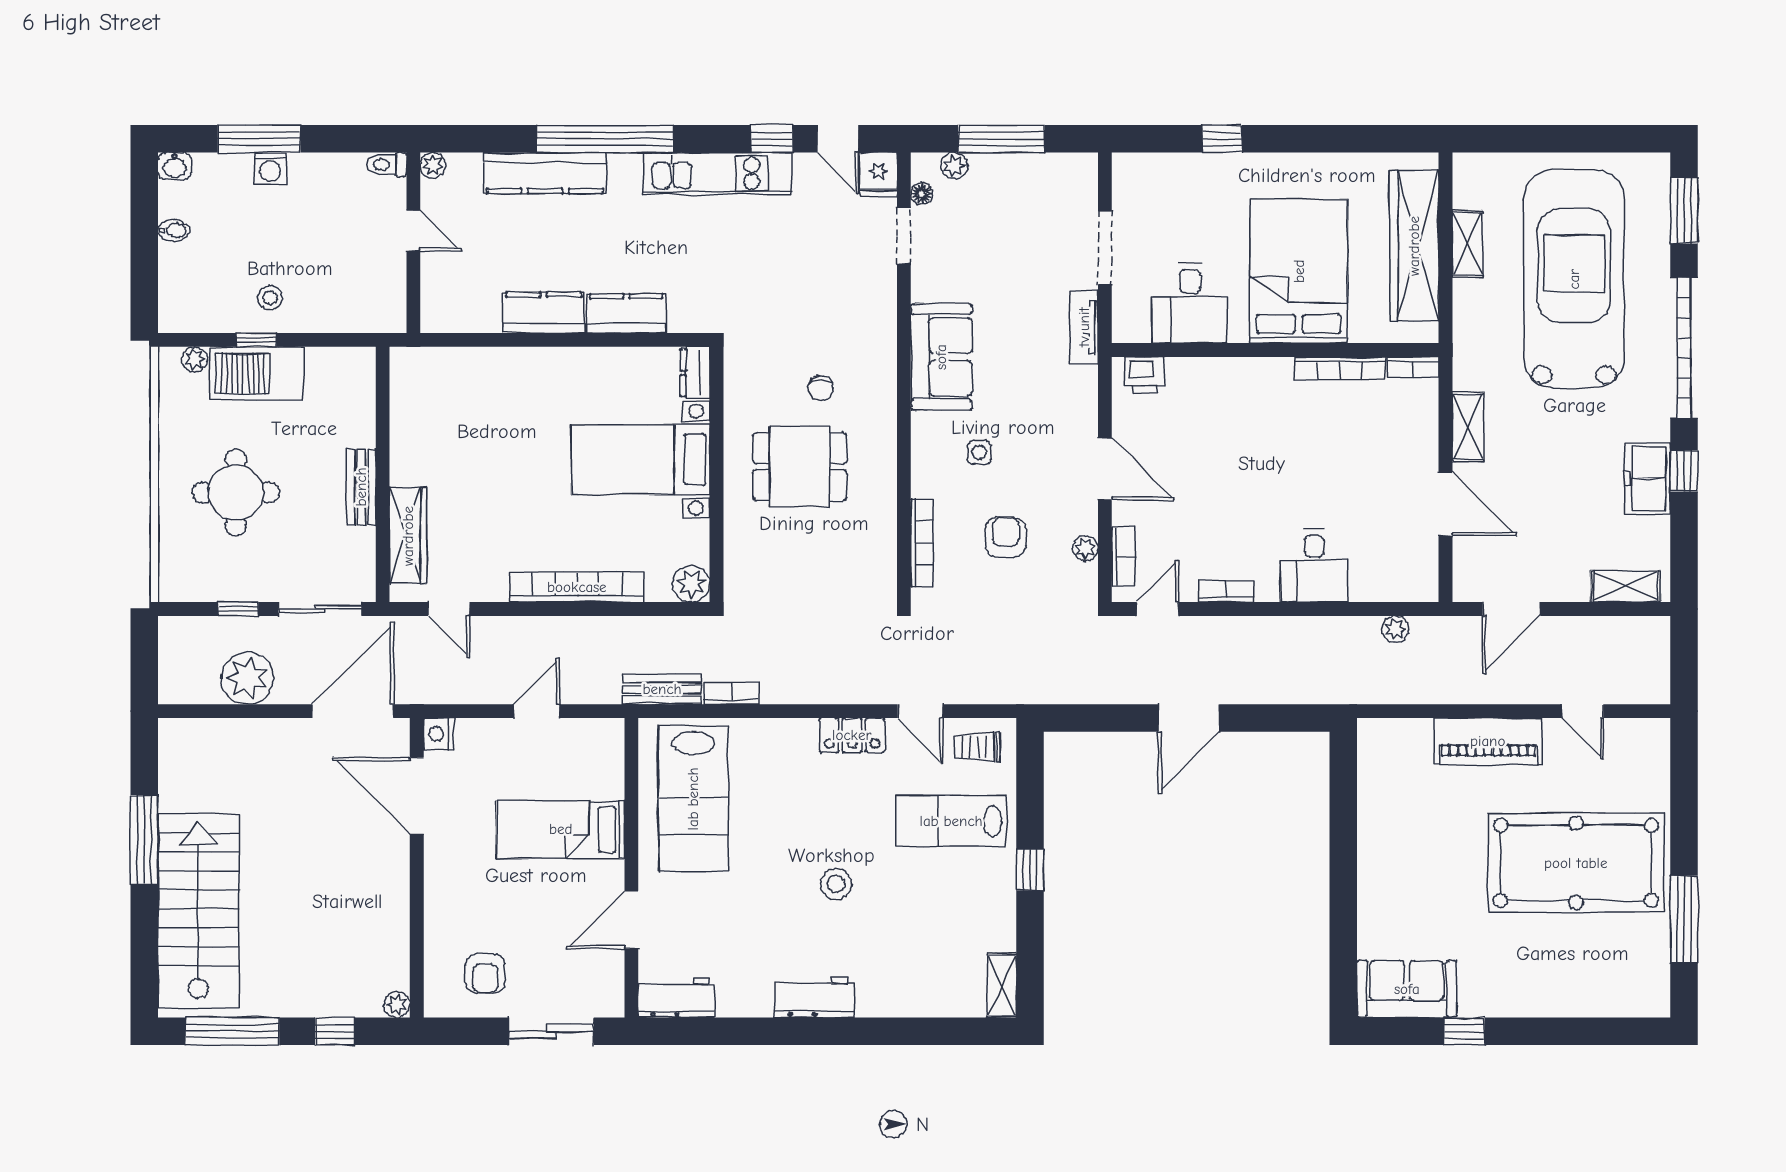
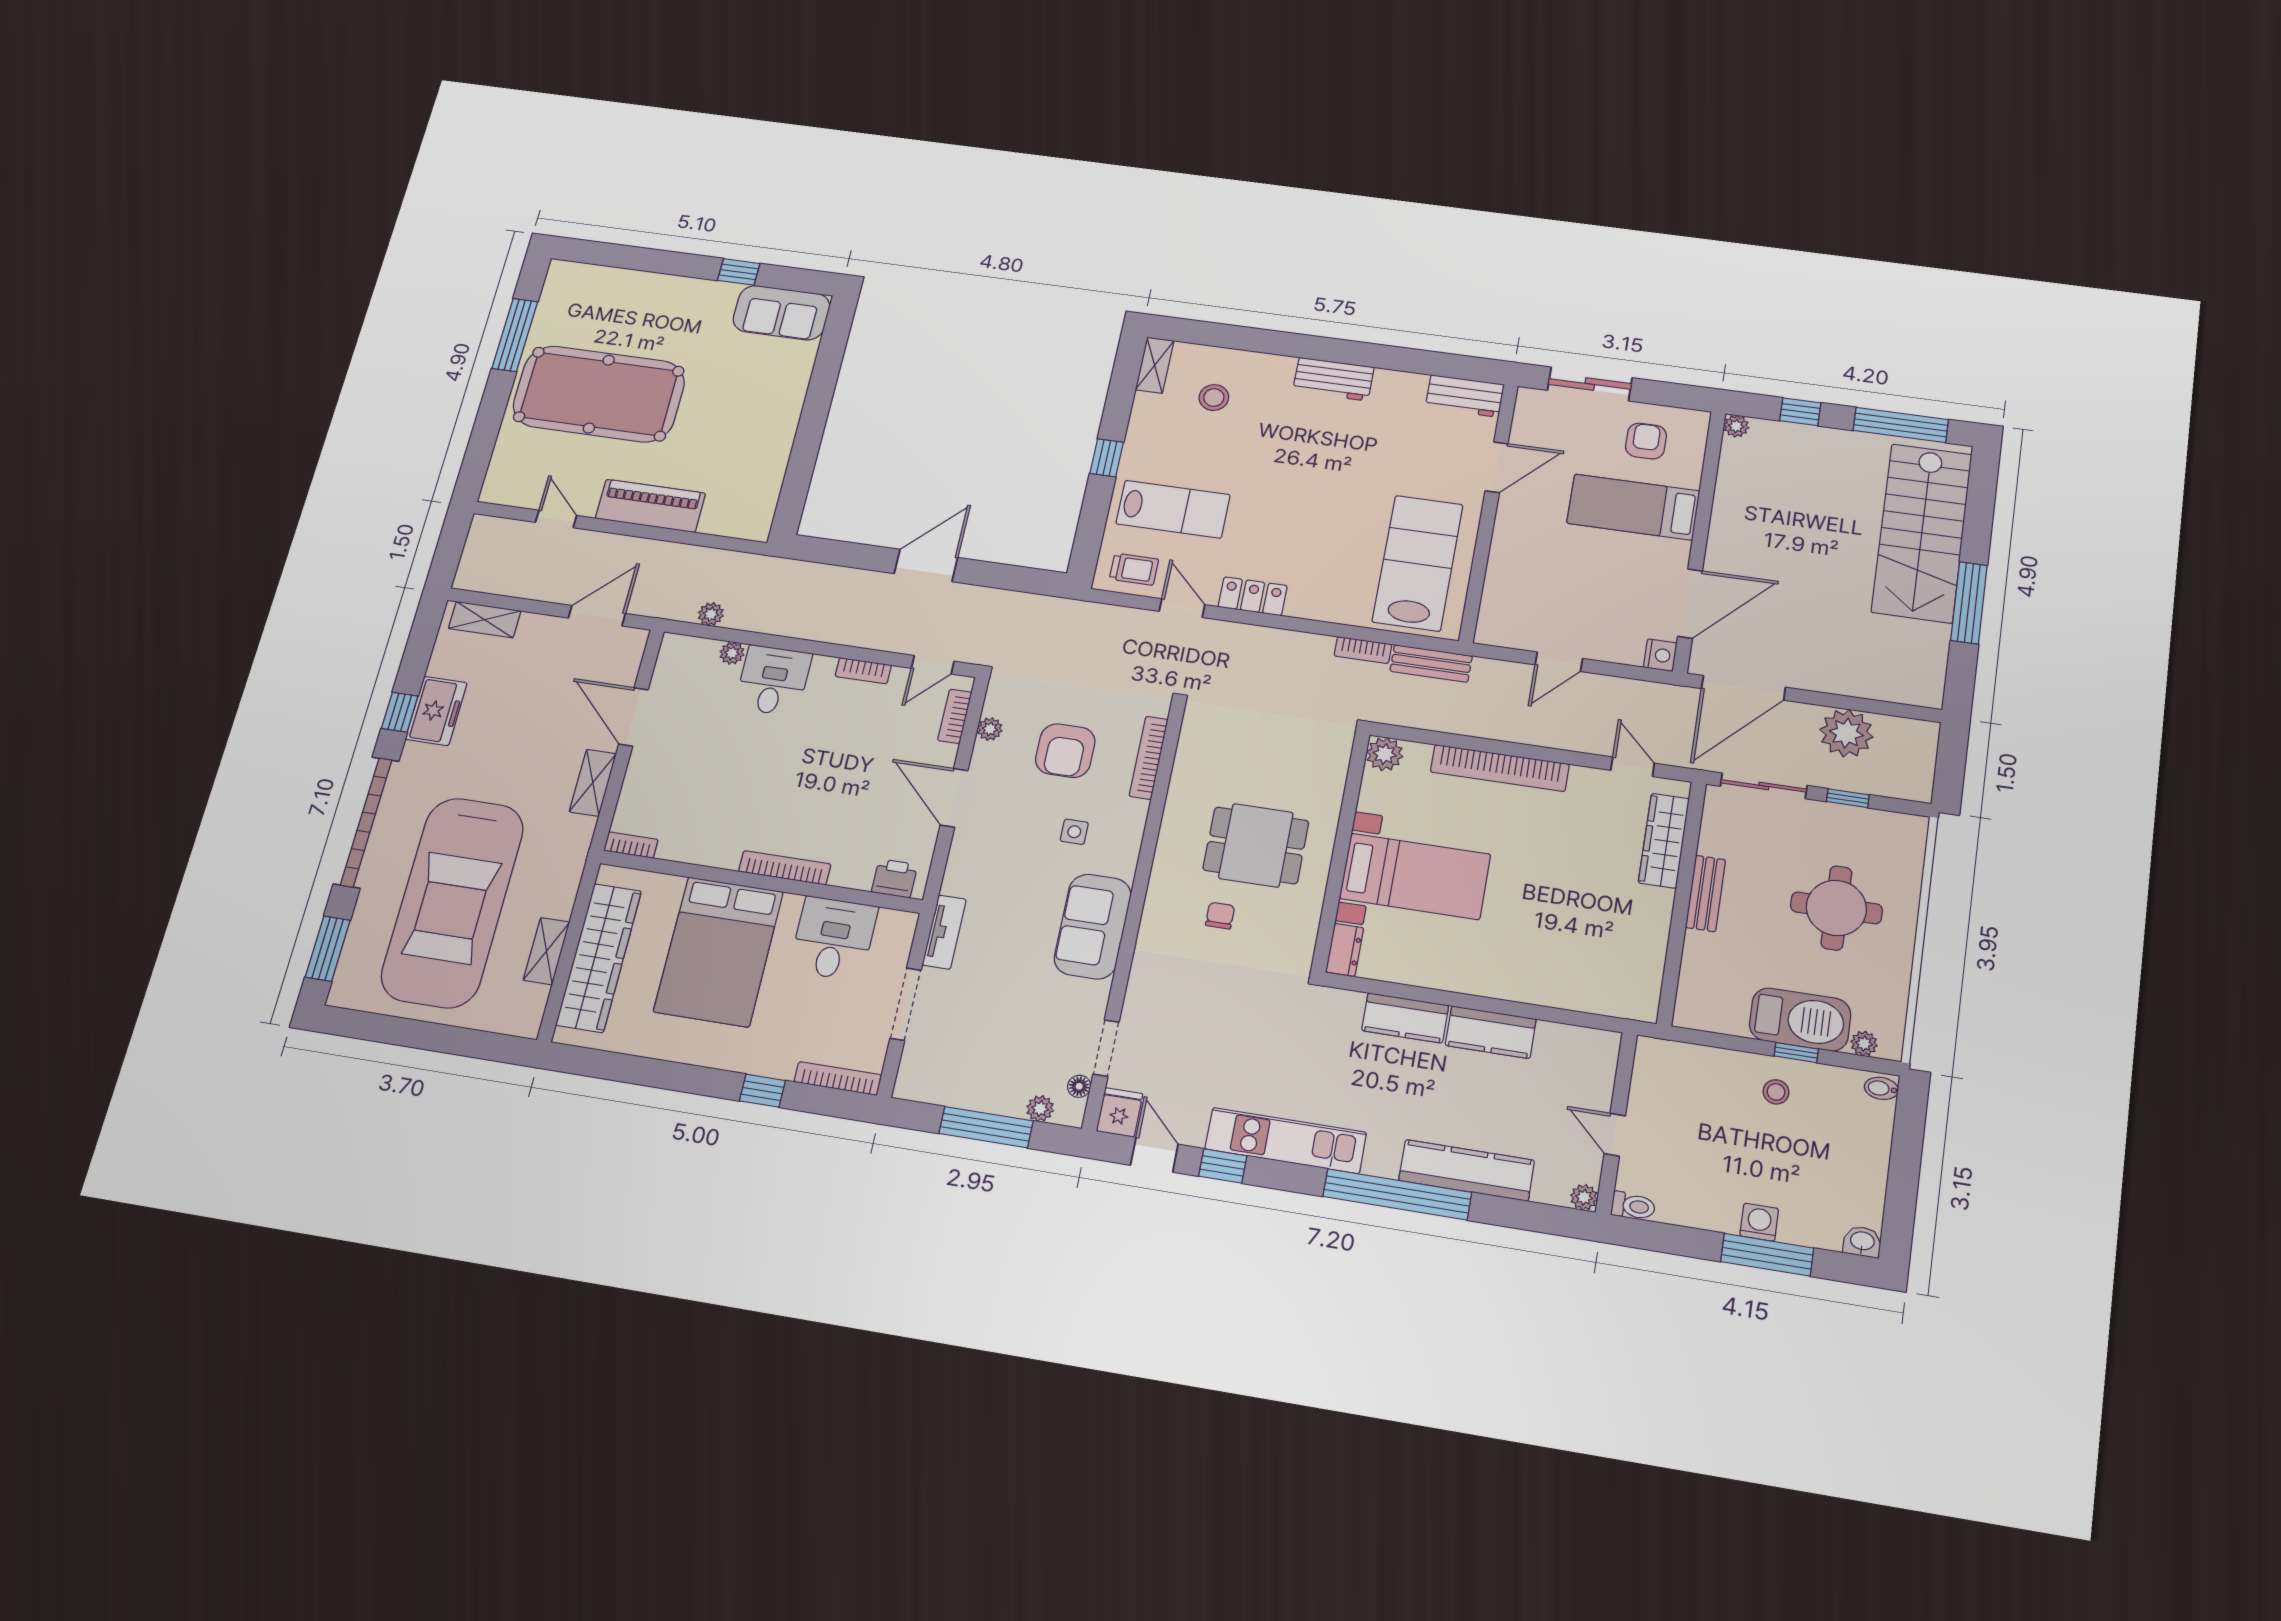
bookcase: (1153, 163) -> (838, 1078), added
bidet: (174, 230) -> (1881, 1088), moved
bookcase: (1340, 368) -> (785, 868), moved
armchair: (1006, 537) -> (1065, 751), width x1.38, depth x1.38
plant: (1363, 589) -> (732, 653), added
door: (417, 796) -> (1690, 604), hinge flipped
bed: (561, 829) -> (1633, 507), moved, turned 180
stool: (836, 884) -> (1214, 397), moved

